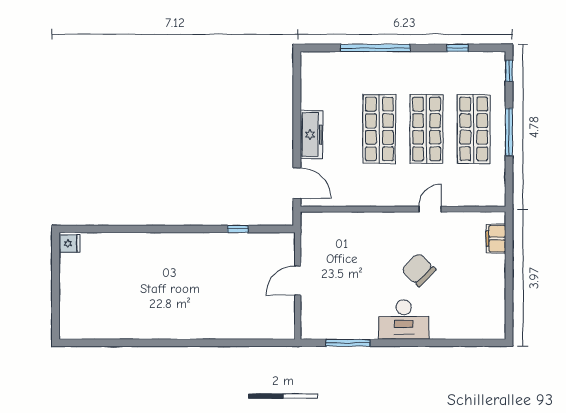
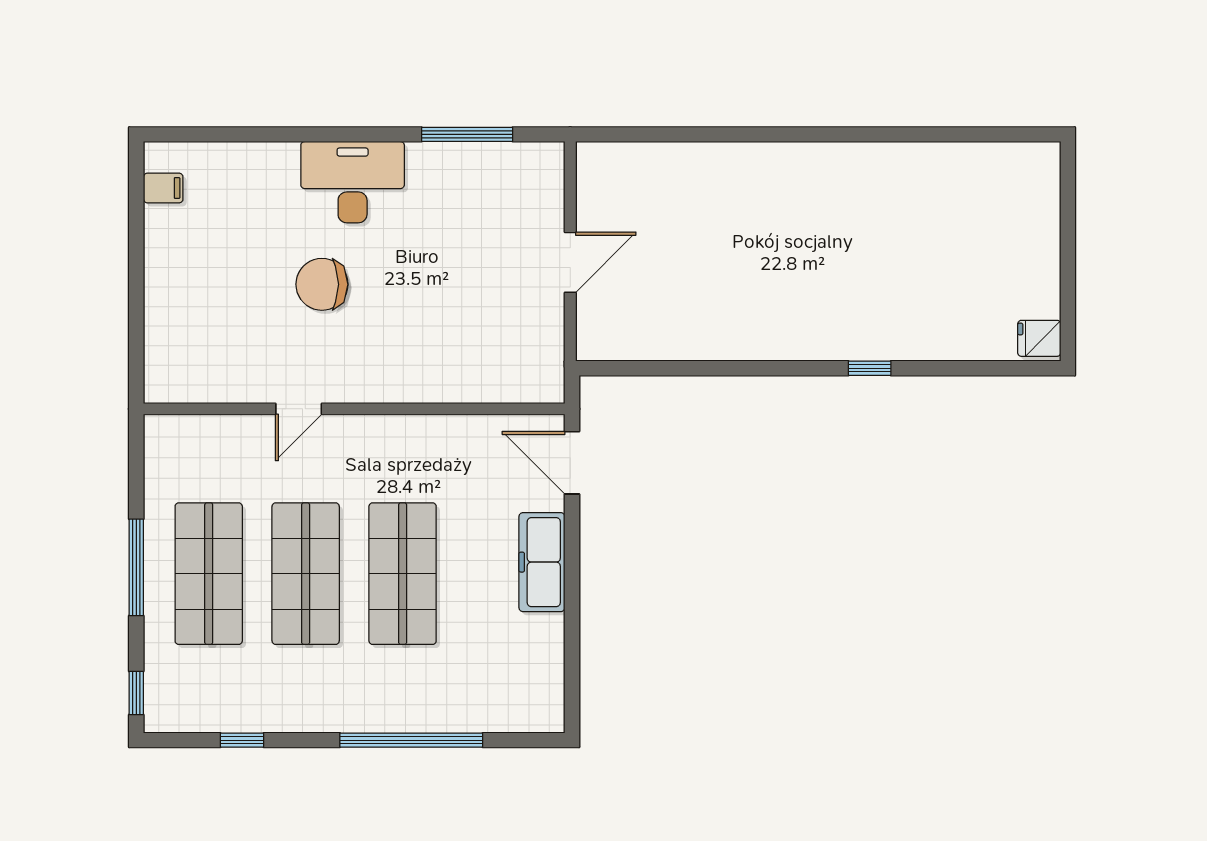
window: (238, 229) -> (870, 368), moved
filing cabinet: (496, 239) -> (163, 188), moved, width x0.50
chair: (419, 270) -> (322, 284), turned 136

